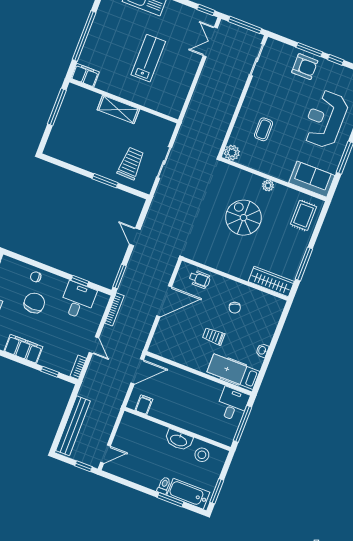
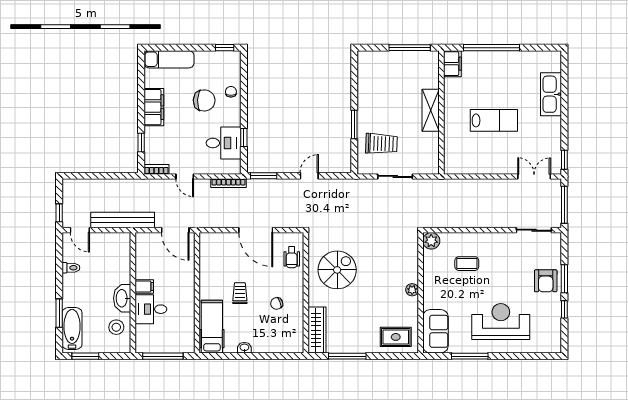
spiral stairs: (243, 218) -> (337, 270), moved
door: (94, 345) -> (185, 176), hinge flipped
desk: (233, 404) -> (151, 309), moved, turned 180
filing cabinet: (144, 405) -> (144, 286), moved
bench: (73, 426) -> (123, 220), moved
toilet: (164, 485) -> (71, 268), moved

